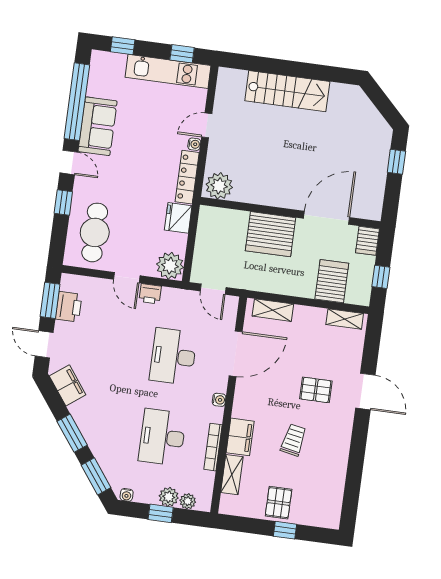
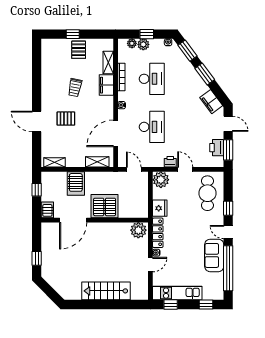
server rack: (332, 281) -> (76, 183), moved

